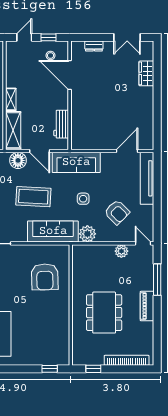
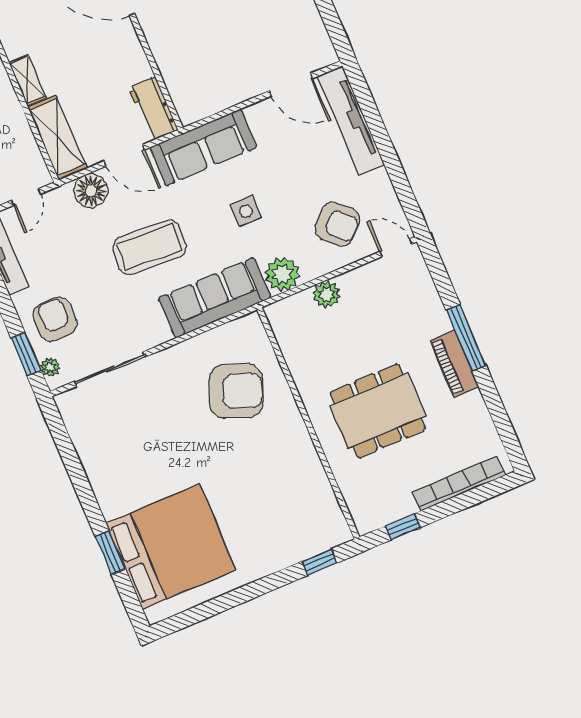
workbench: (61, 124) -> (153, 109), moved
door: (127, 151) -> (291, 85), swing flipped
armchair: (117, 212) -> (337, 224), moved
plant: (121, 251) -> (327, 294), moved
armchair: (45, 277) -> (236, 391), turned -68
window: (157, 280) -> (466, 338), moved
dining table: (104, 313) -> (378, 411), turned 90

